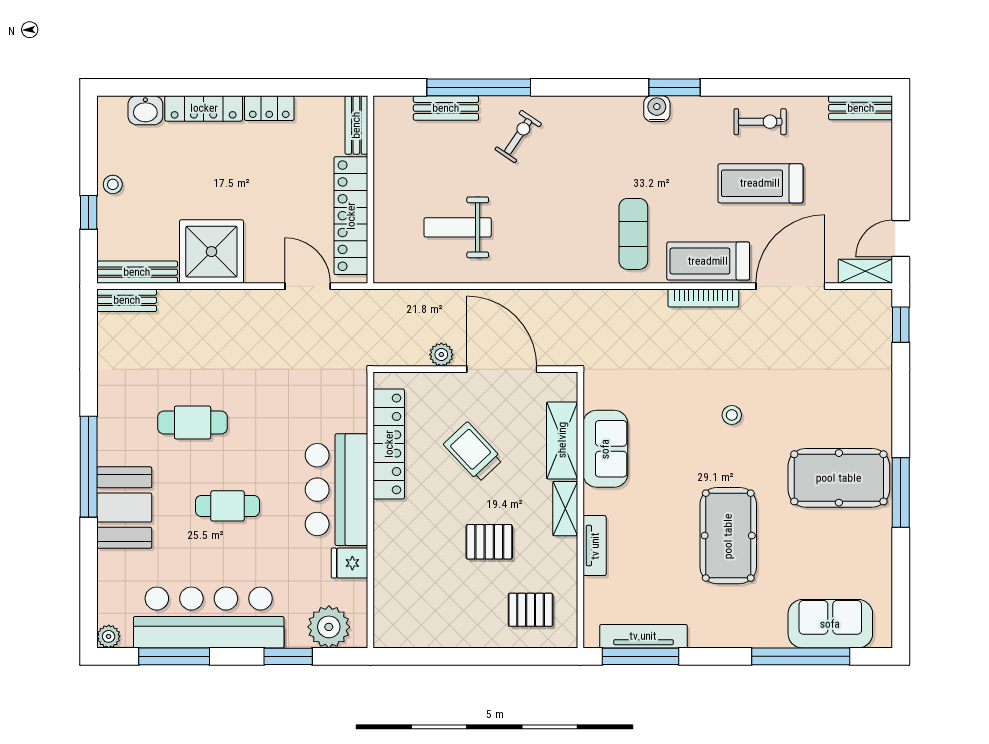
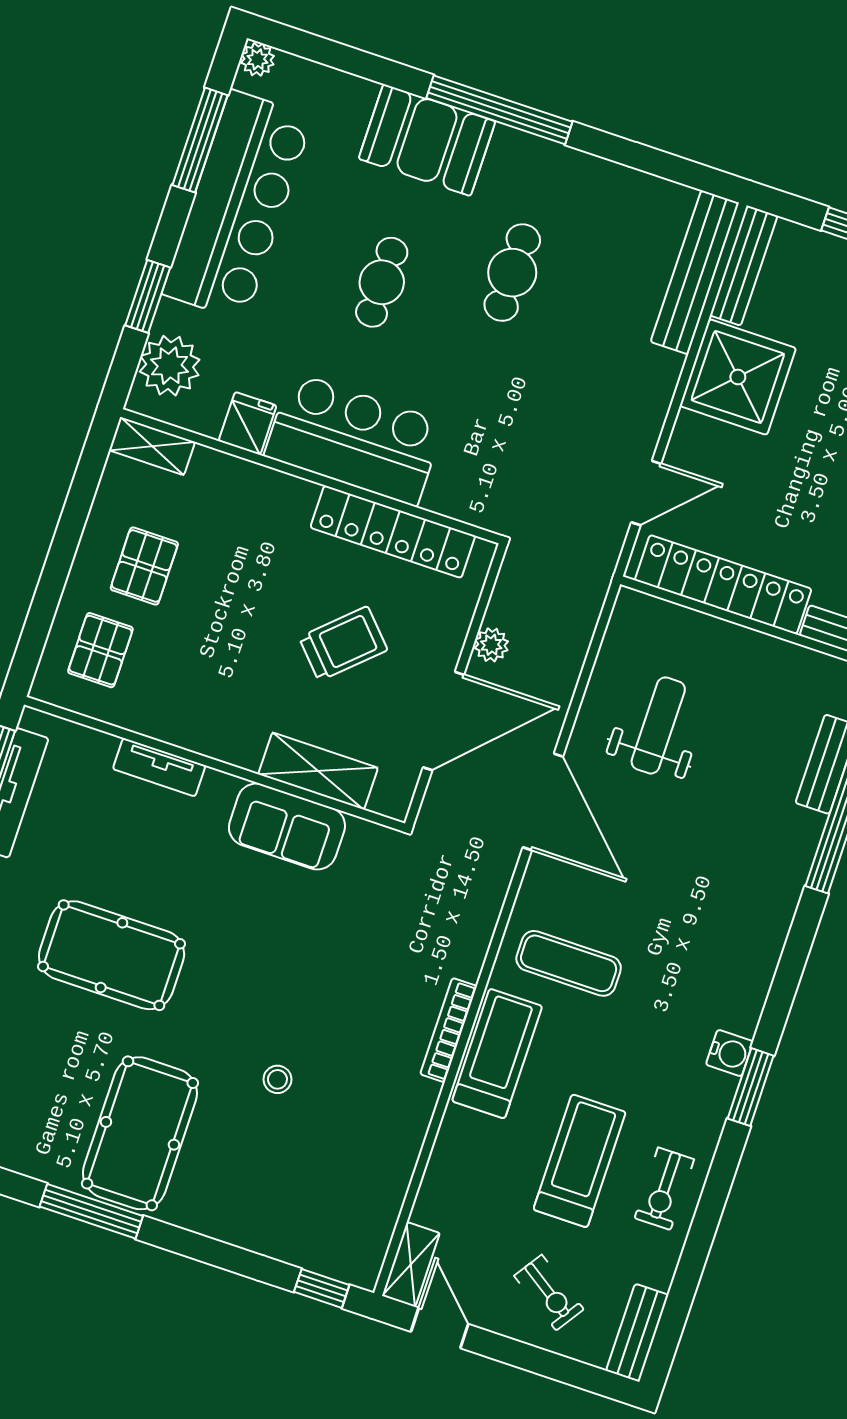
exercise bike: (518, 136) -> (549, 1293), moved
door: (790, 286) -> (543, 802), moved
bench: (127, 300) -> (695, 272), width x1.86, depth x1.21
stool: (732, 415) -> (277, 1079), moved
shelving: (565, 509) -> (152, 446), moved
pallet: (489, 542) -> (144, 566), moved

